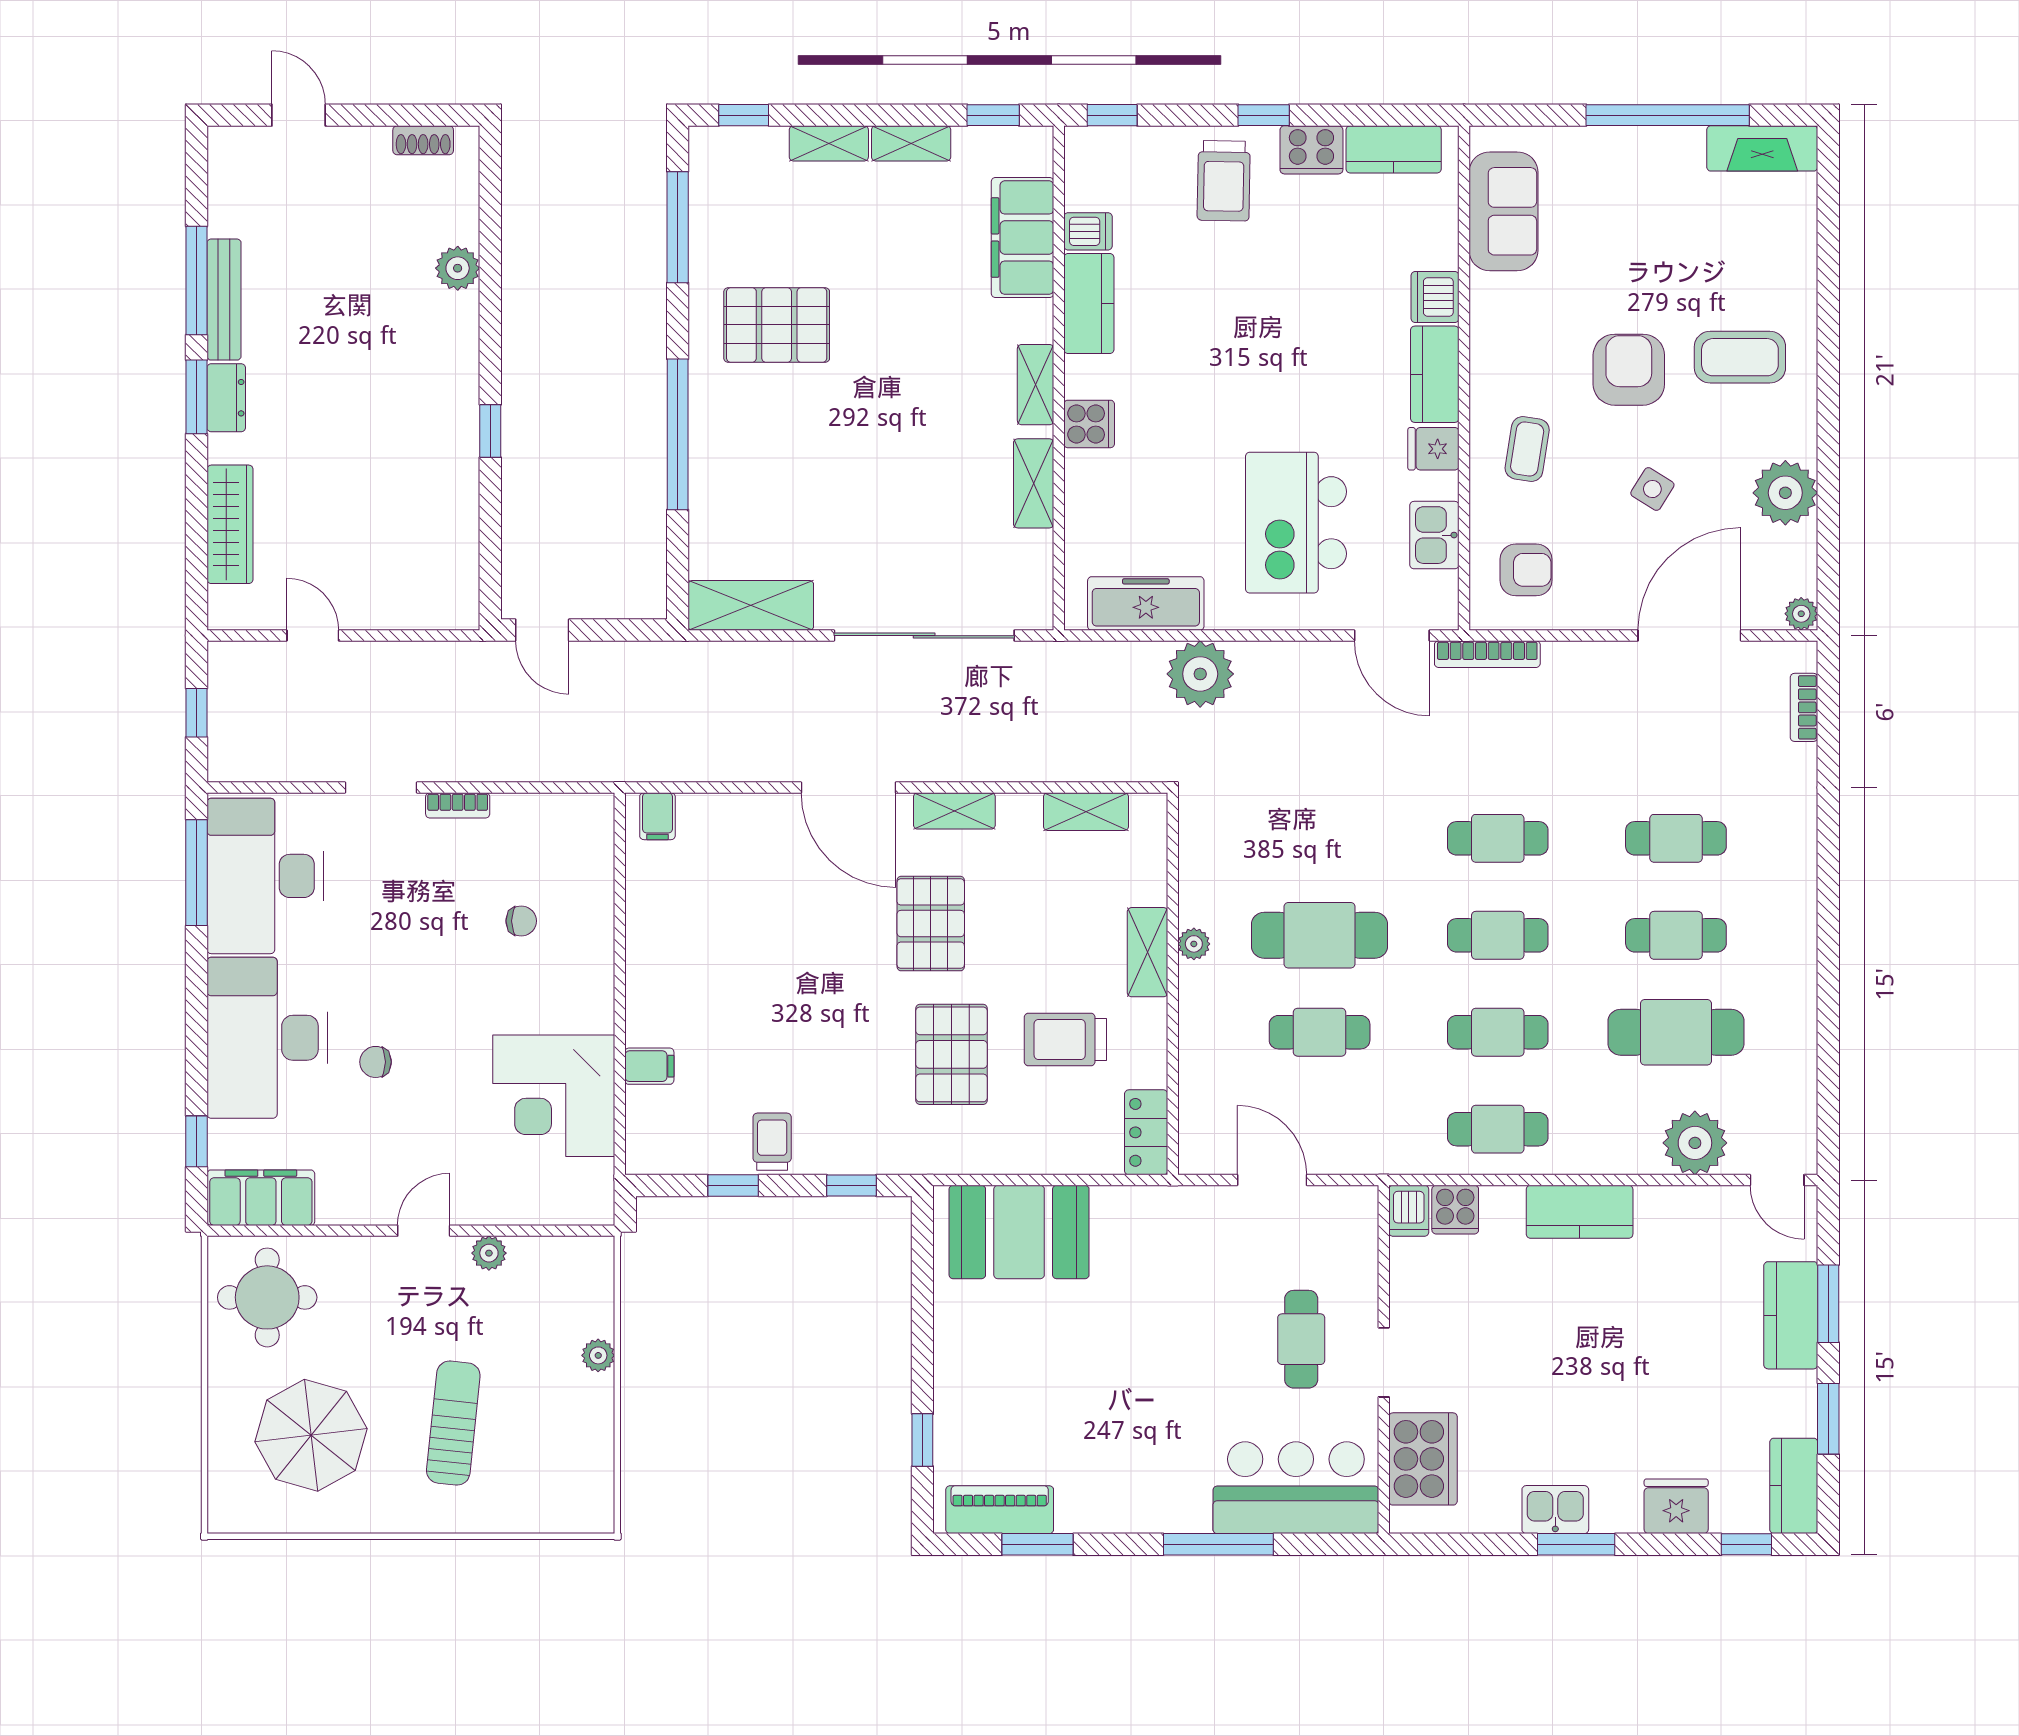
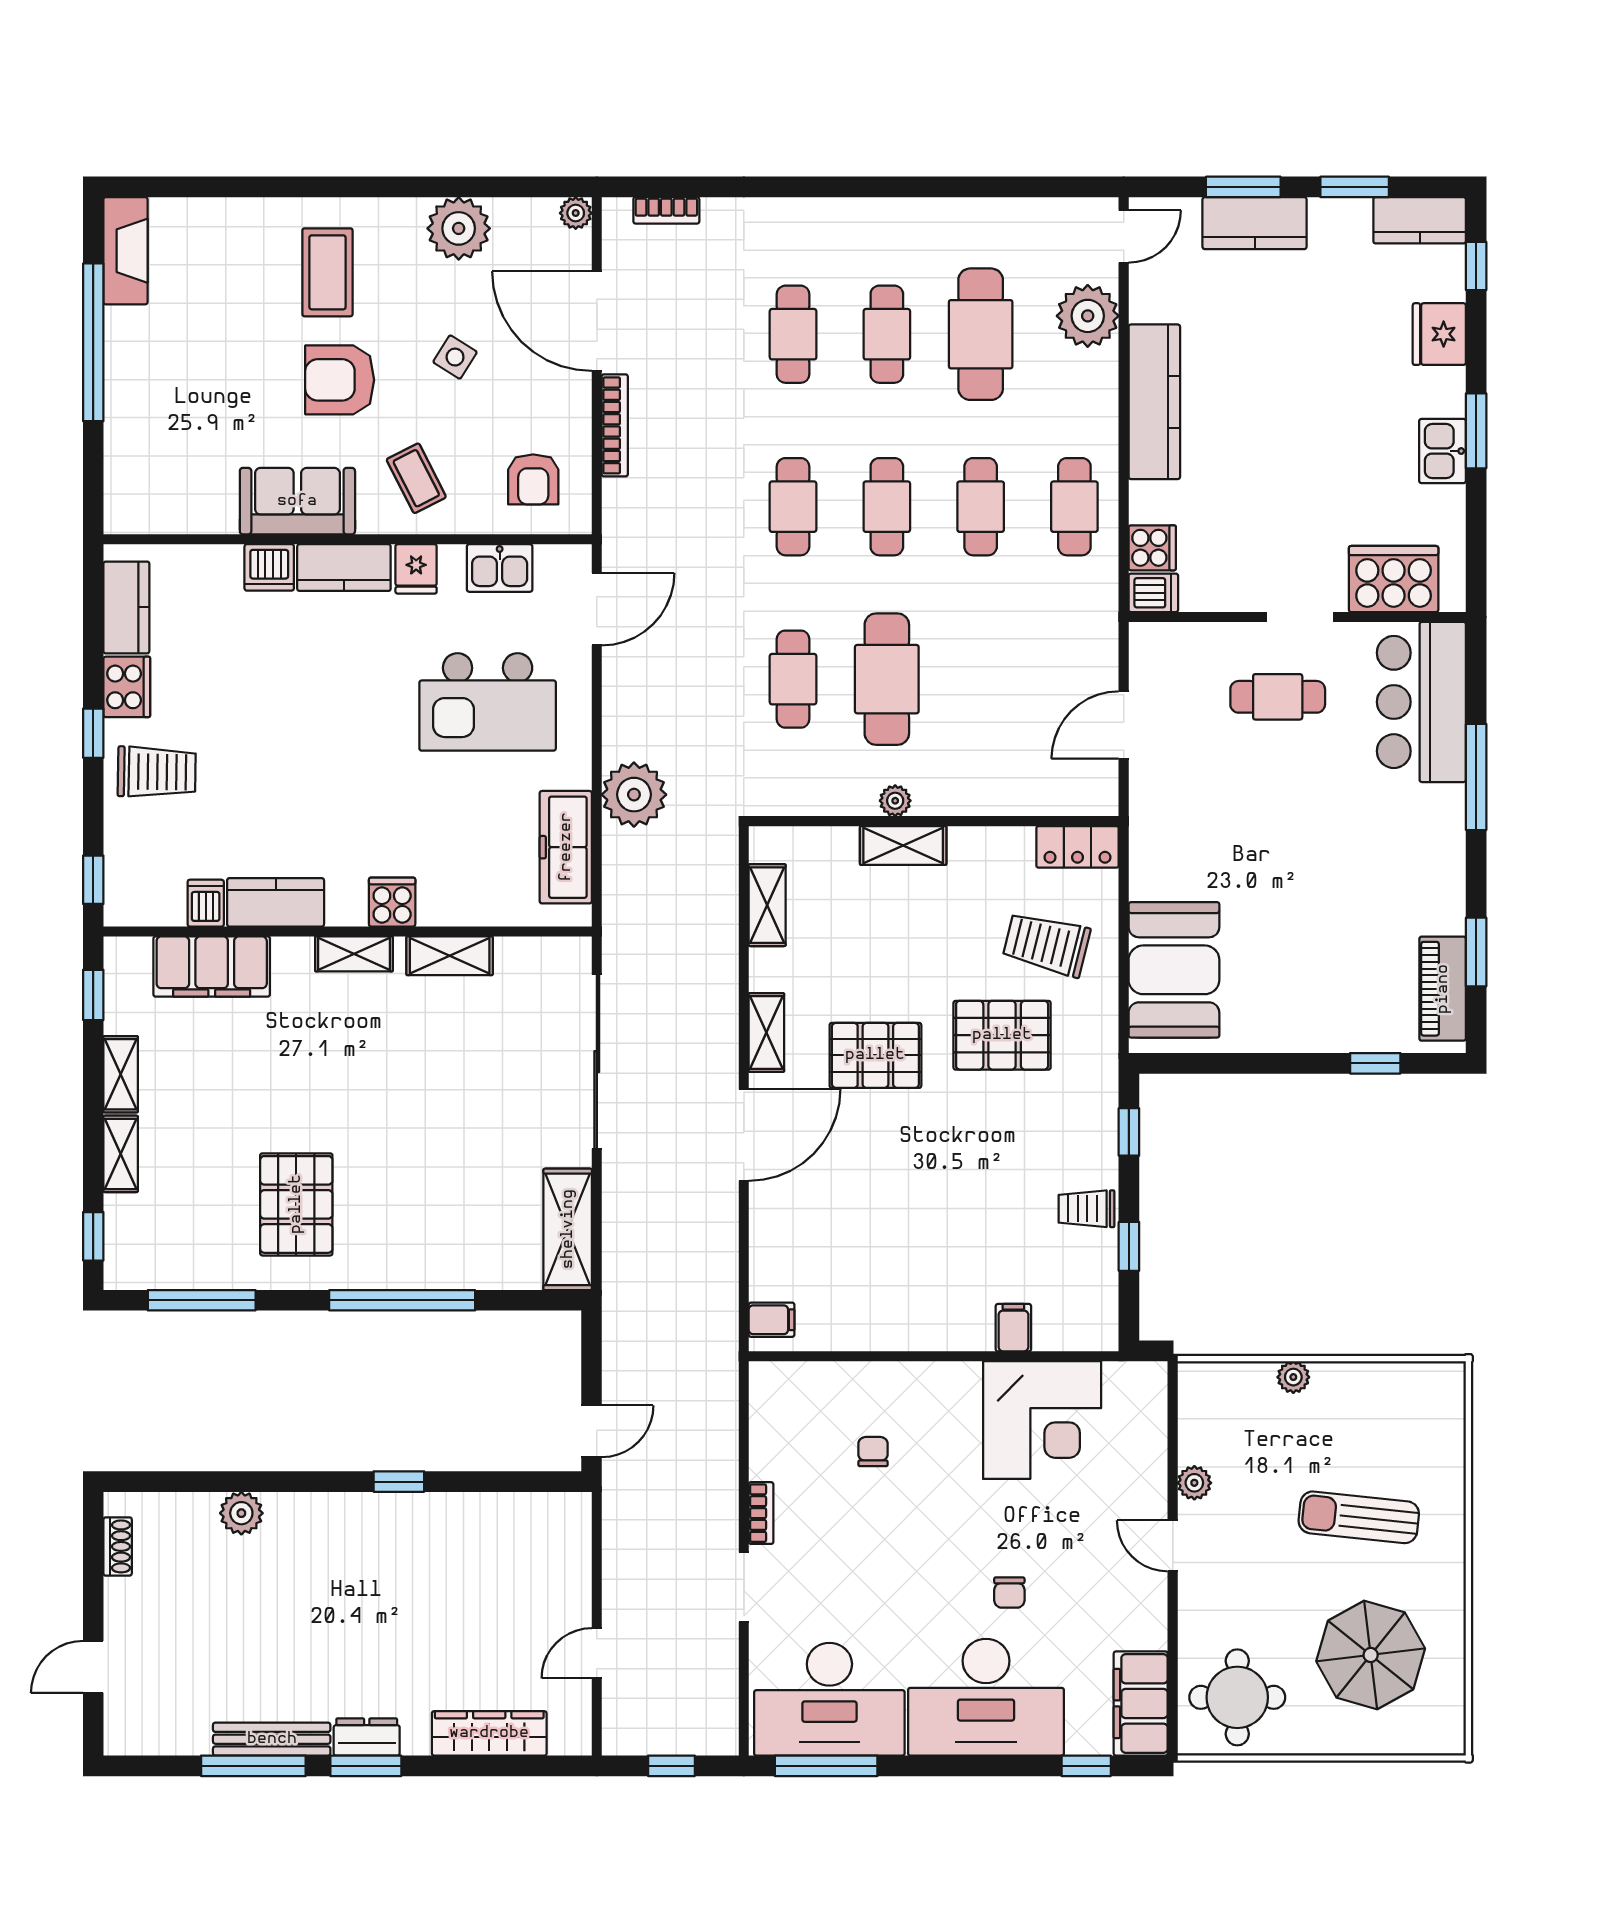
sofa: (1503, 211) -> (297, 501), moved
coffee table: (1527, 449) -> (416, 478), turned 54
armchair: (1526, 570) -> (533, 479), turned 180
bookcase: (1487, 654) -> (615, 425), moved
cafe table: (1320, 1032) -> (793, 679), moved
trolley: (1065, 1039) -> (1046, 944), moved, turned 104
kitchen counter: (1580, 1212) -> (1154, 402), width x1.50

